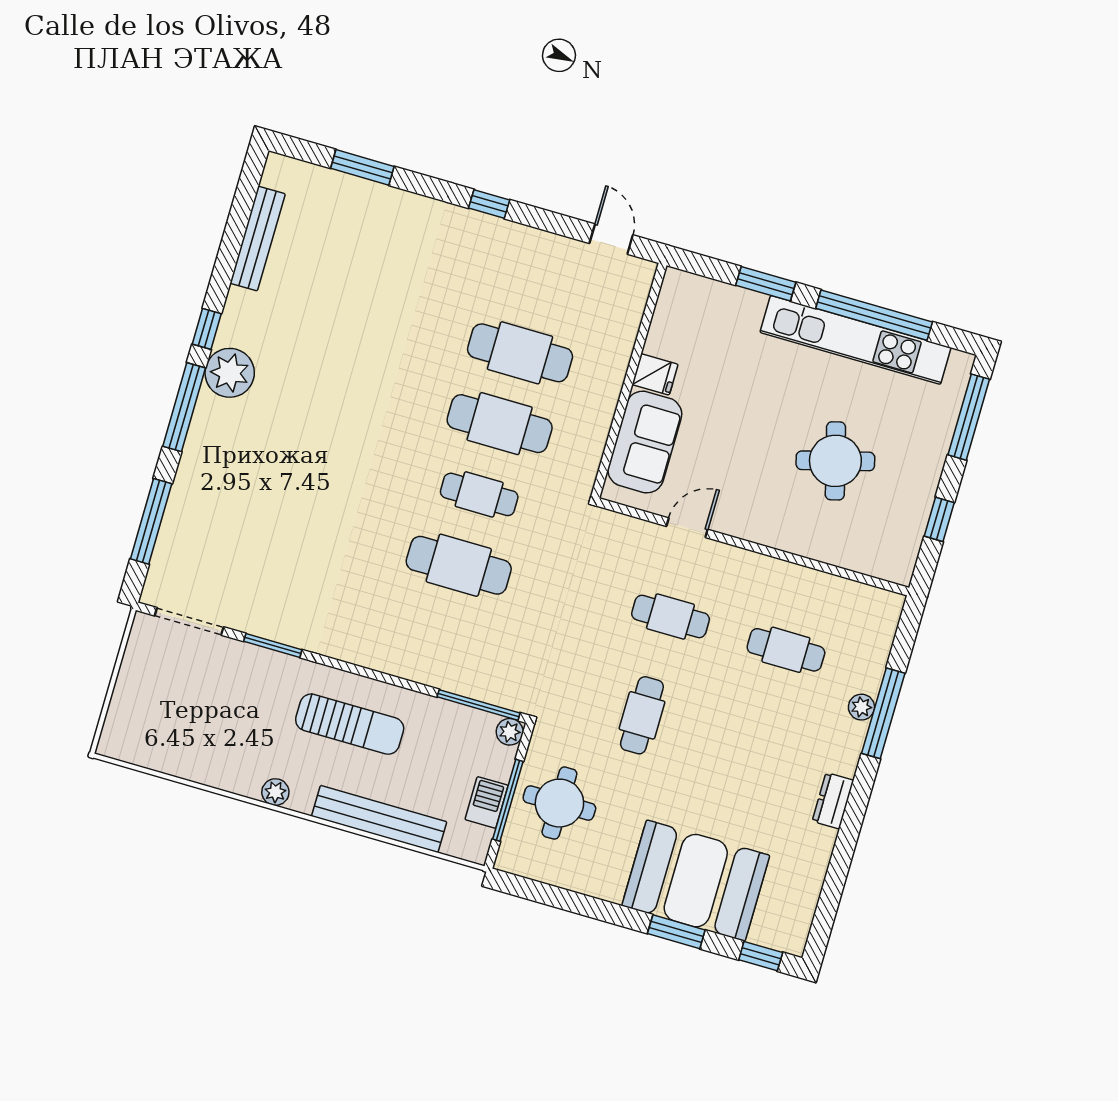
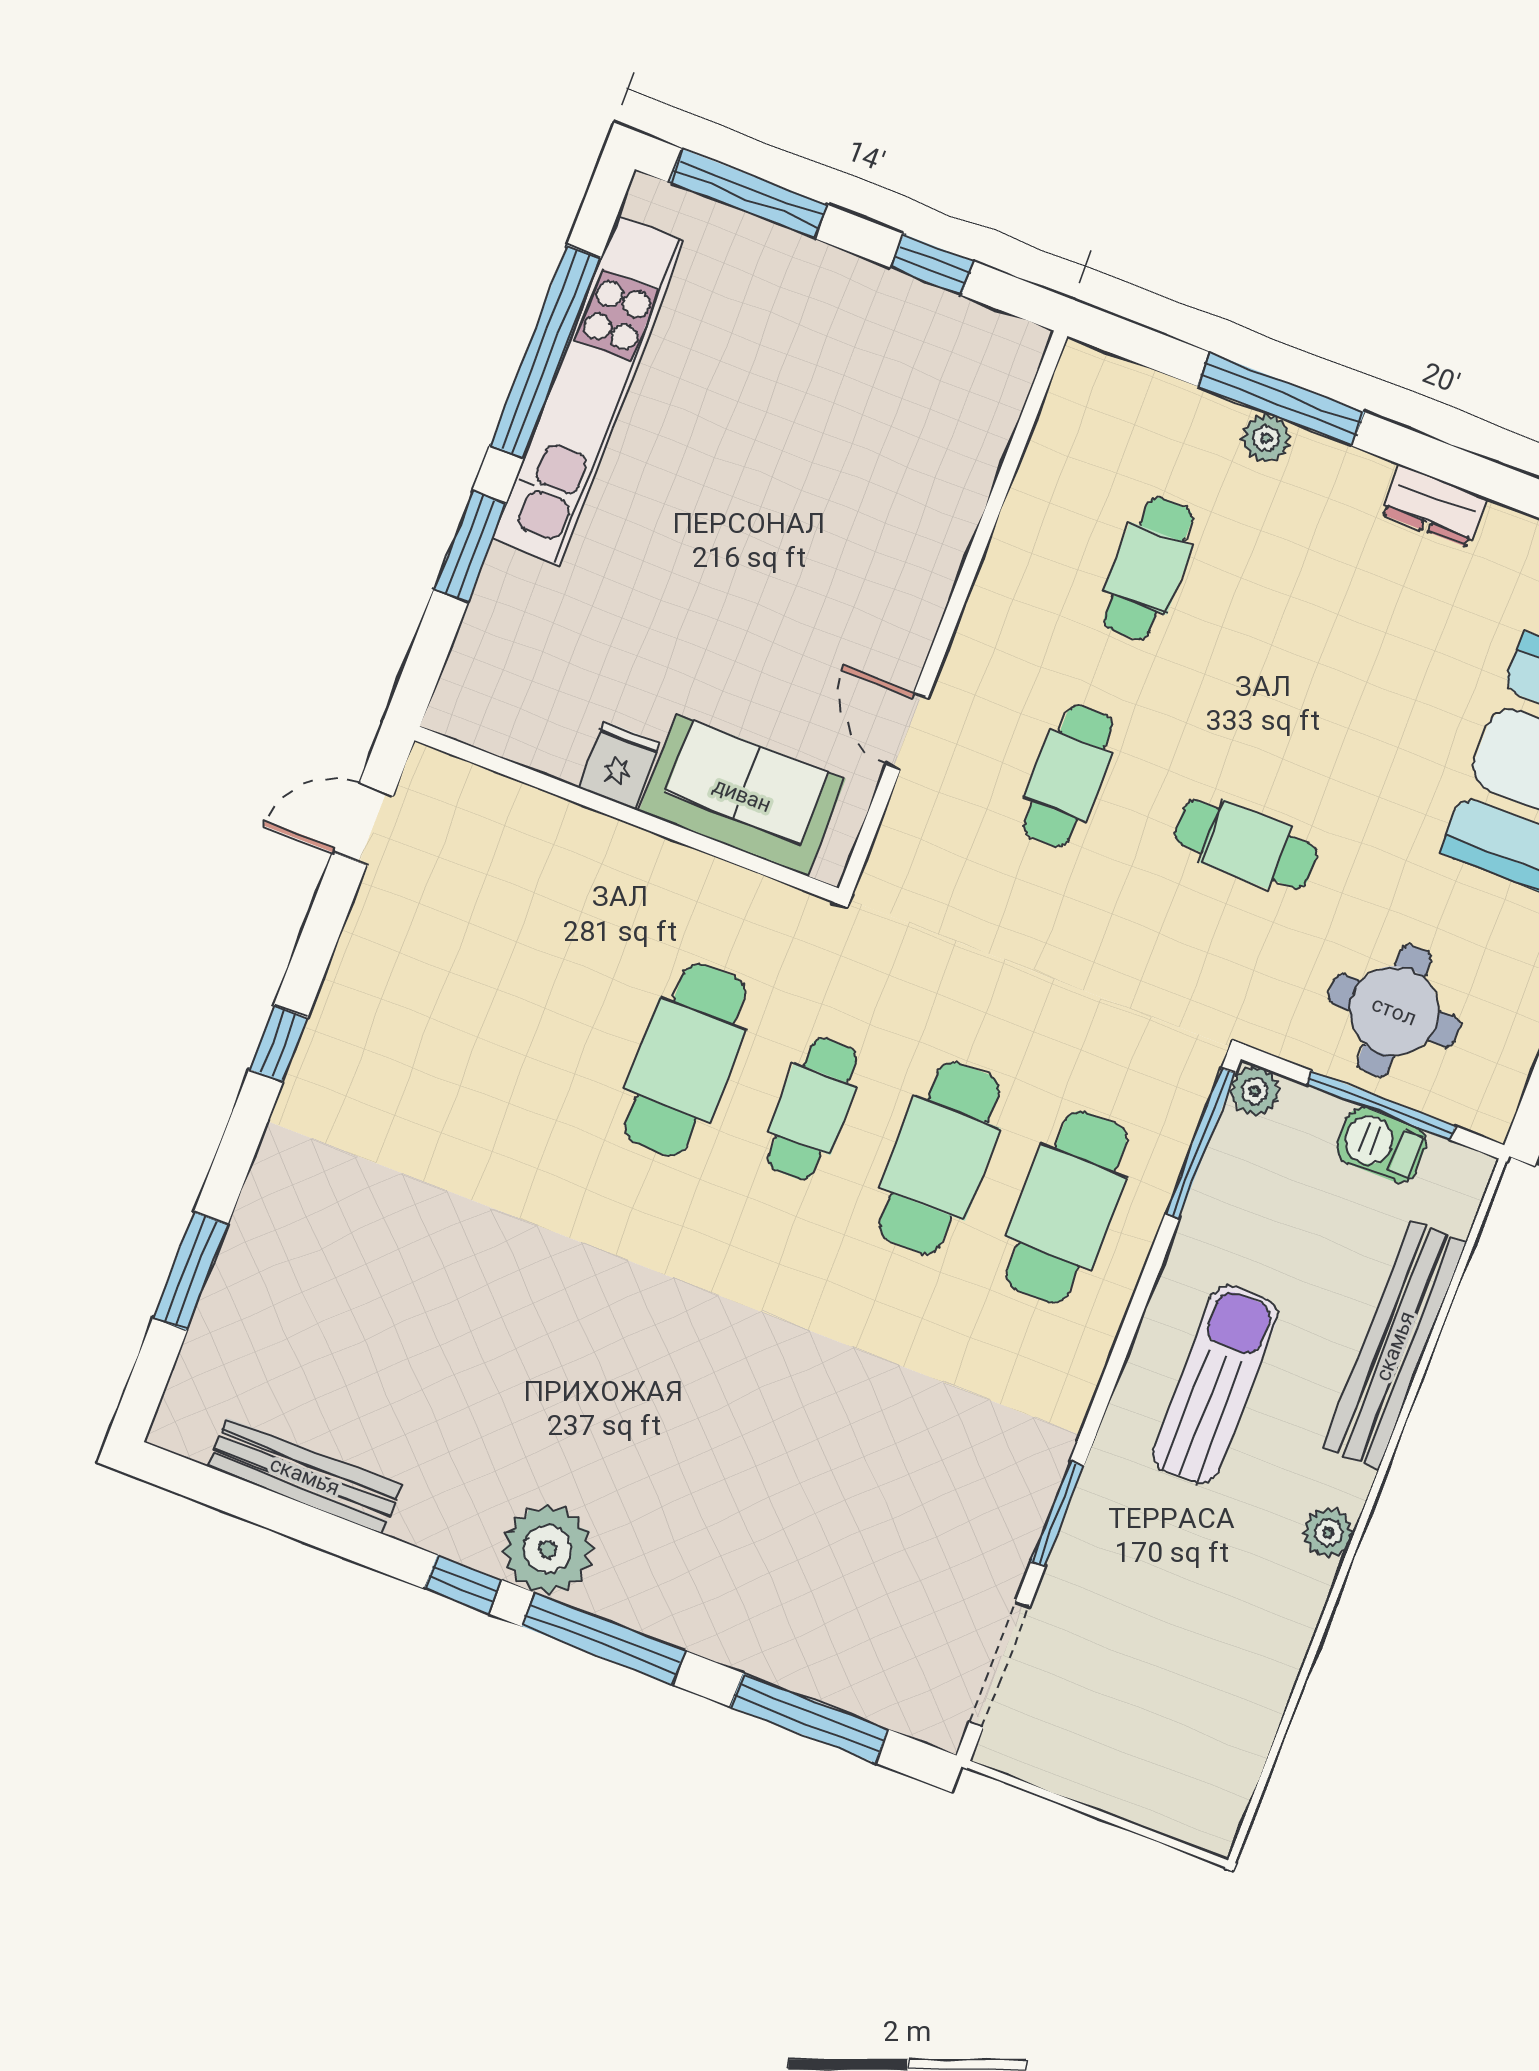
cafe table: (520, 353) -> (1067, 1207), moved
round table: (835, 461) -> (808, 447), removed

